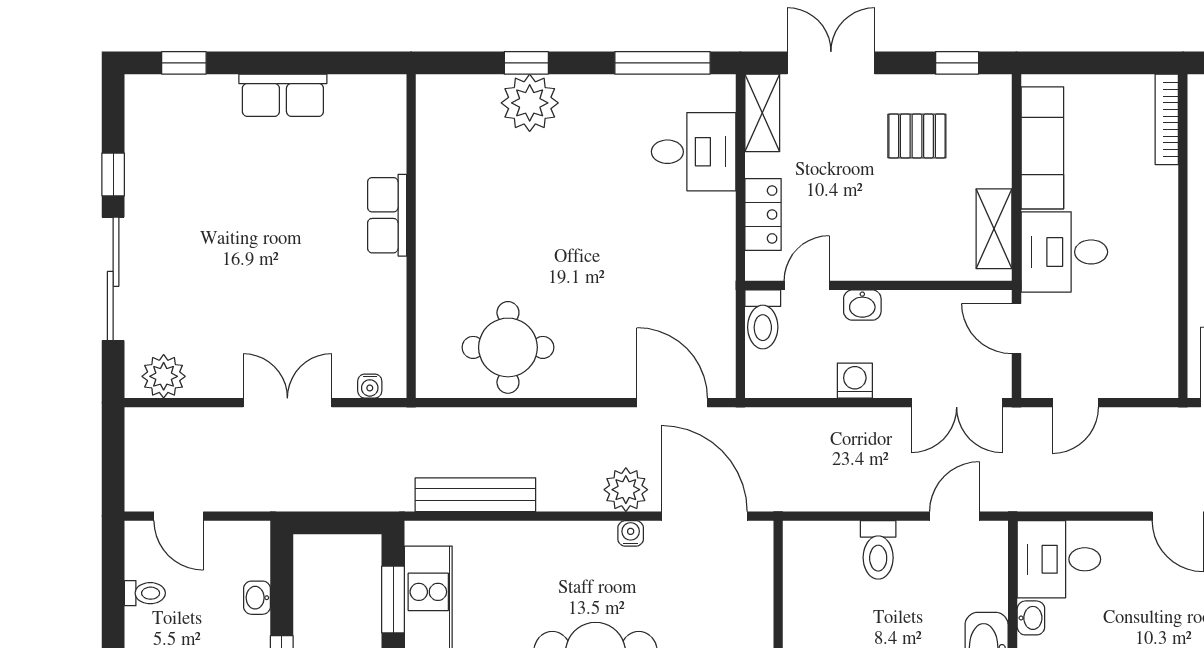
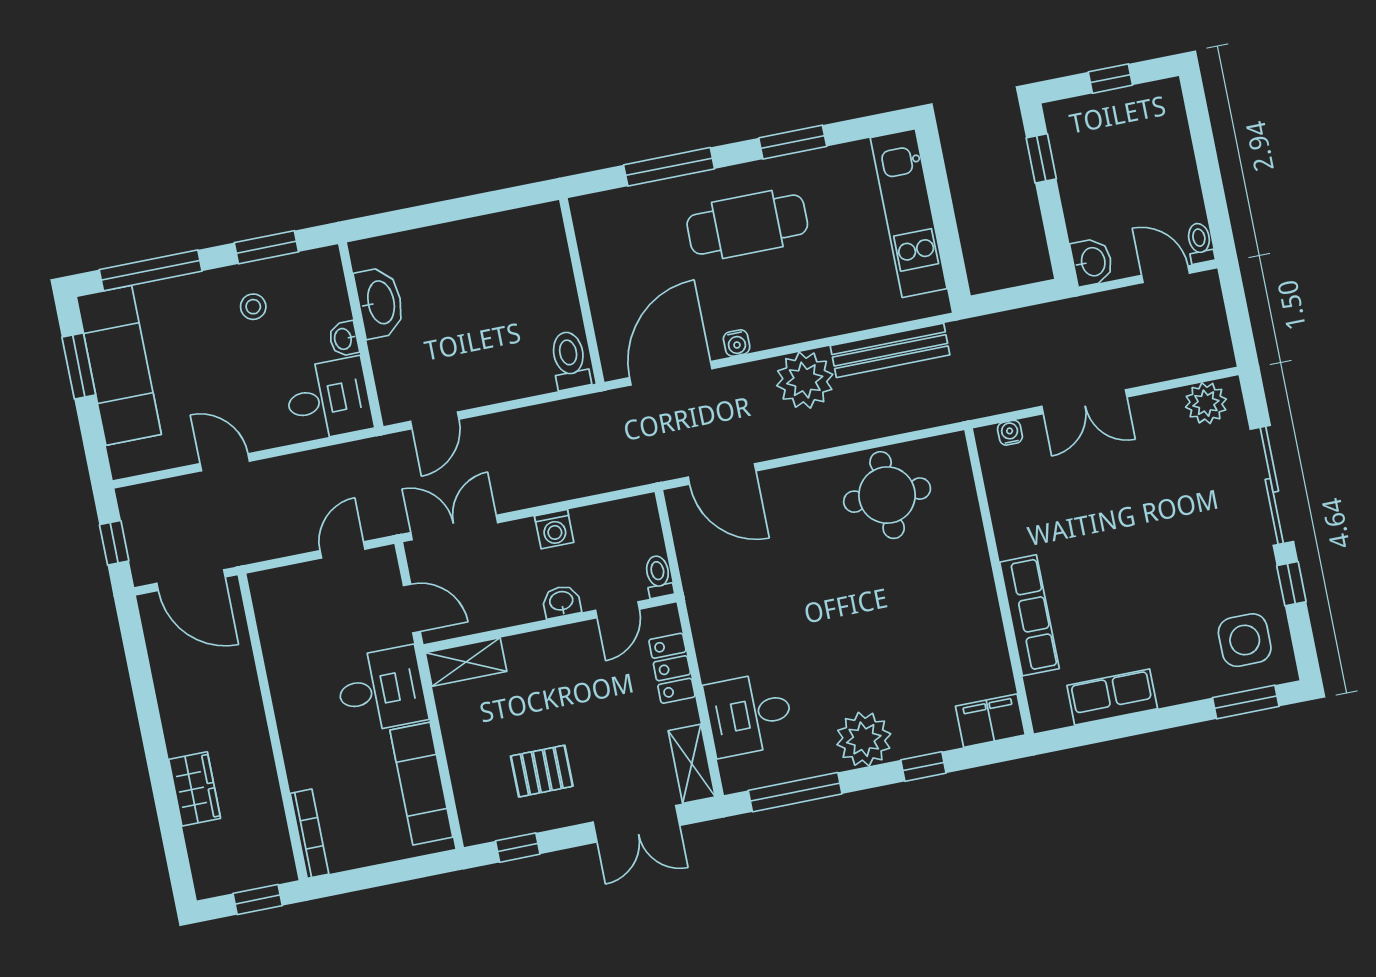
window: (184, 63) -> (1246, 702), width x1.50
row of seats: (283, 95) -> (1112, 697), moved
filing cabinet: (448, 96) -> (990, 721), added
plant: (530, 103) -> (864, 739), moved
side table: (172, 126) -> (1245, 640), added
row of seats: (387, 215) -> (1029, 615), width x1.48
shelving: (994, 229) -> (466, 662), moved, turned 90
toilet: (763, 319) -> (659, 576), width x0.73, depth x0.72
plant: (626, 490) -> (805, 380), moved, width x1.36, depth x1.36
door: (704, 516) -> (671, 373), swing flipped
toilet: (878, 550) -> (570, 360), moved
toilet: (145, 593) -> (1200, 243), moved, turned 90
washbasin: (257, 598) -> (1092, 262), moved, width x1.38, depth x1.45
window: (393, 600) -> (948, 236), removed

